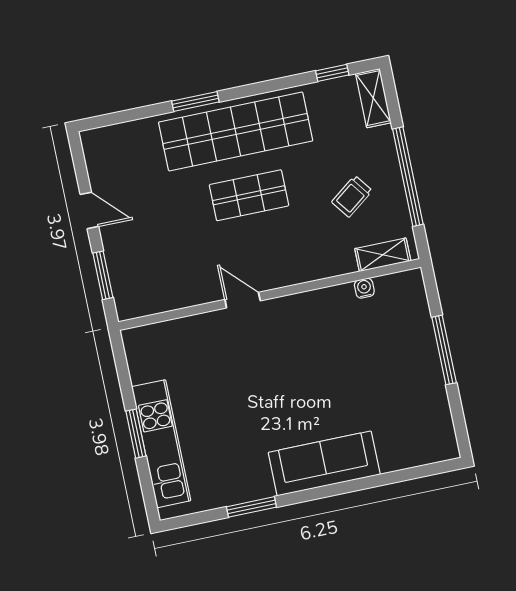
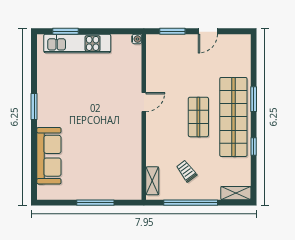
window: (332, 73) -> (254, 147), moved
water cooler: (364, 288) -> (137, 39), moved
window: (136, 434) -> (66, 31), moved
sofa: (324, 463) -> (49, 156), moved
window: (251, 507) -> (34, 106), moved

